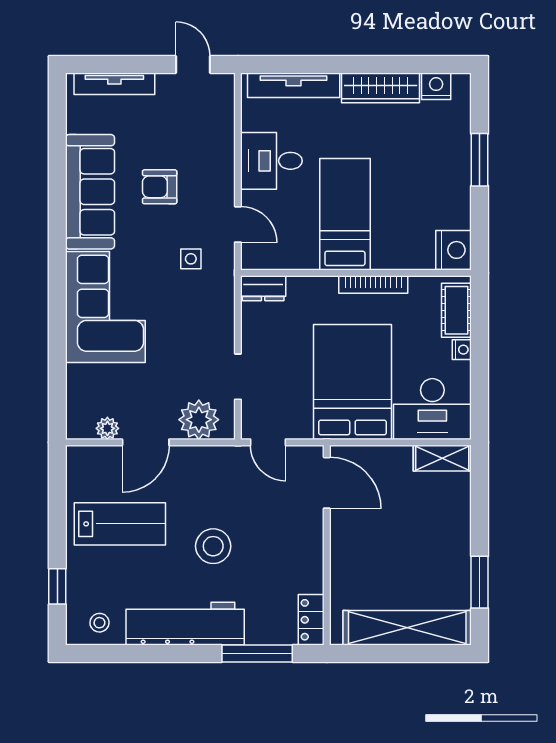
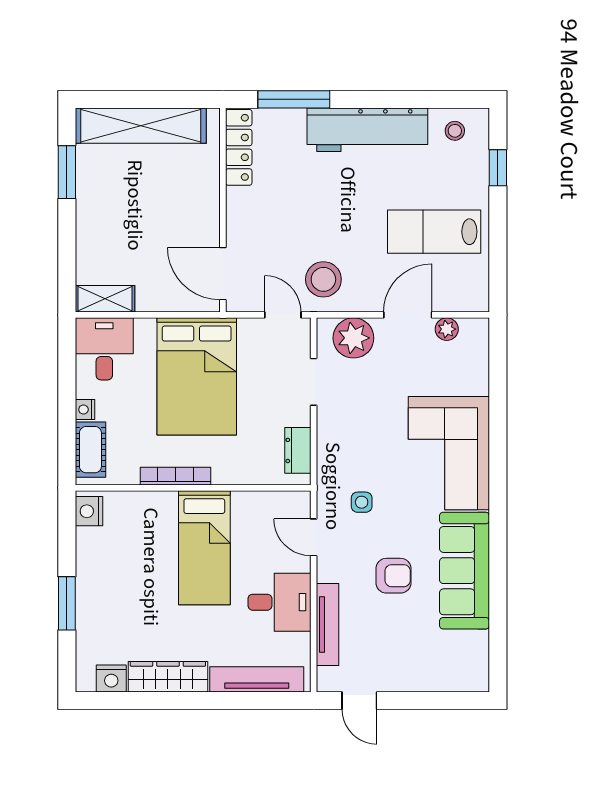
tv unit: (114, 84) -> (328, 625), moved, turned 90
nightstand: (454, 250) -> (89, 511), width x0.74, depth x0.75
dresser: (263, 288) -> (298, 450), moved, turned -90
desk: (432, 409) -> (104, 349), width x0.73
stool: (213, 546) -> (323, 279), moved
locker: (311, 620) -> (239, 147), width x1.53

